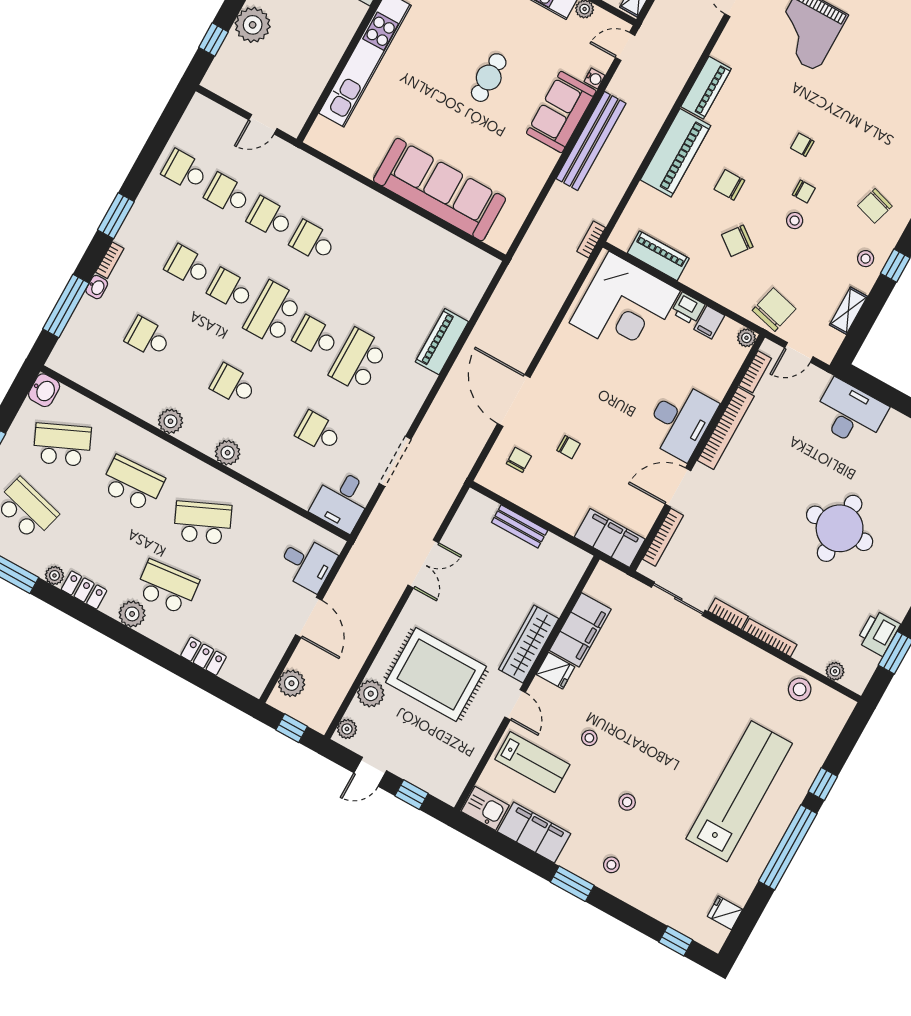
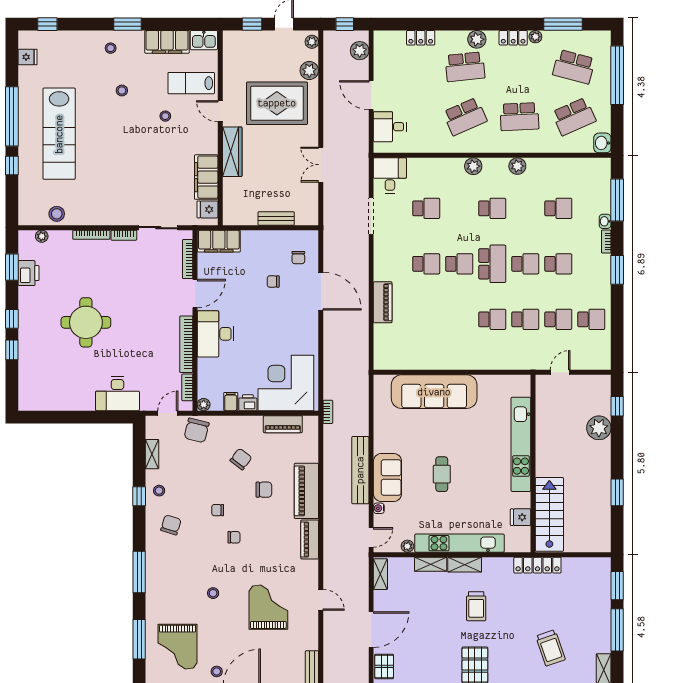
stool: (795, 221) -> (213, 593), moved
school desk: (358, 360) -> (426, 264), width x0.54
fridge: (555, 671) -> (208, 209), moved

